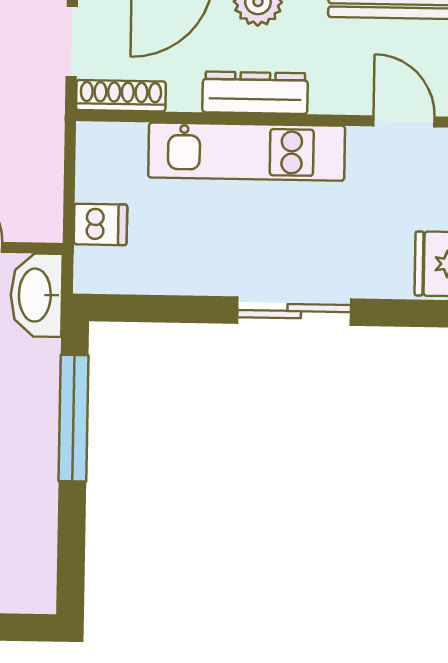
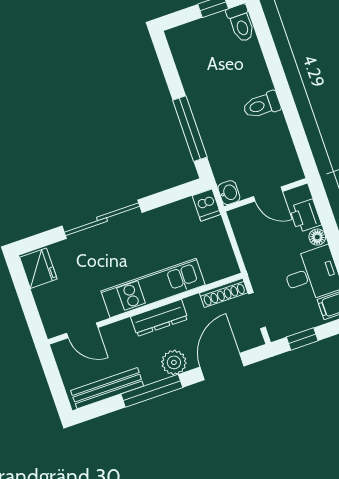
dishwasher: (100, 224) -> (207, 205), moved, turned -90
washbasin: (36, 295) -> (229, 193), width x0.52, depth x0.69
sliding door: (294, 311) -> (102, 219), width x1.37

